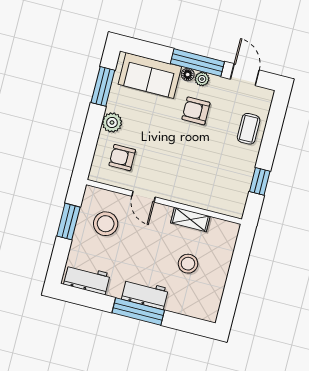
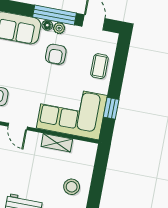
armchair: (196, 111) -> (56, 54), turned -90
corner sofa: (211, 183) -> (72, 112), added
stool: (188, 264) -> (72, 187), moved

